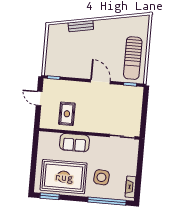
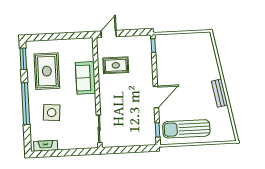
bench: (81, 26) -> (220, 93), moved
door: (39, 98) -> (109, 34), moved
rug: (64, 177) -> (47, 71), width x0.73, depth x0.69
window: (107, 201) -> (26, 104), moved

